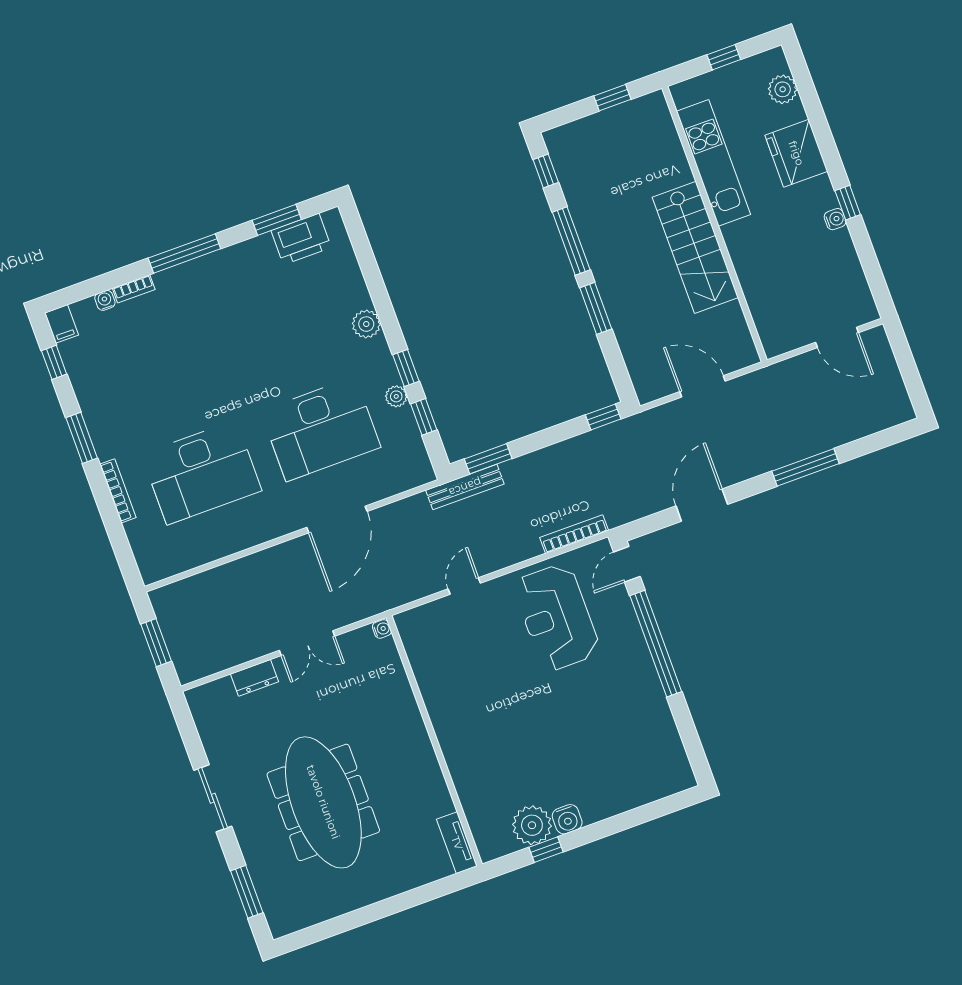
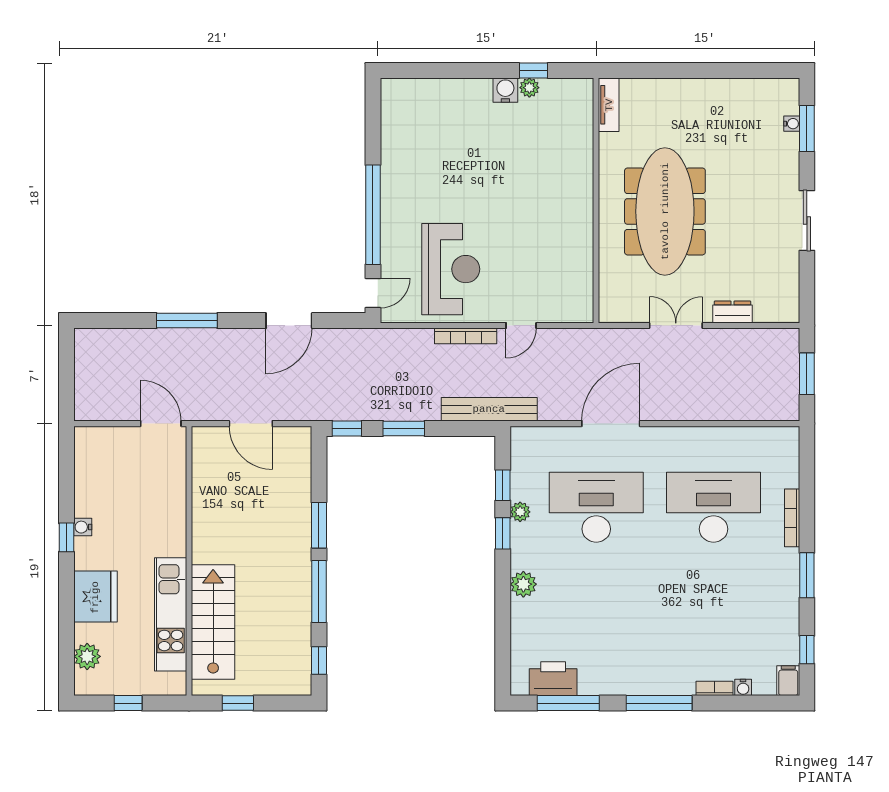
window: (277, 220) -> (568, 703), width x1.44
stairs: (695, 247) -> (213, 622), moved
door: (837, 337) -> (161, 424), moved
window: (488, 459) -> (404, 428), moved
bench: (465, 487) -> (489, 409), width x1.37, depth x1.21
bookcase: (574, 534) -> (466, 336), moved
water cooler: (382, 629) -> (792, 124), moved, turned 180
meeting table: (323, 802) -> (665, 211), moved
plant: (532, 825) -> (529, 88), width x0.53, depth x0.53

